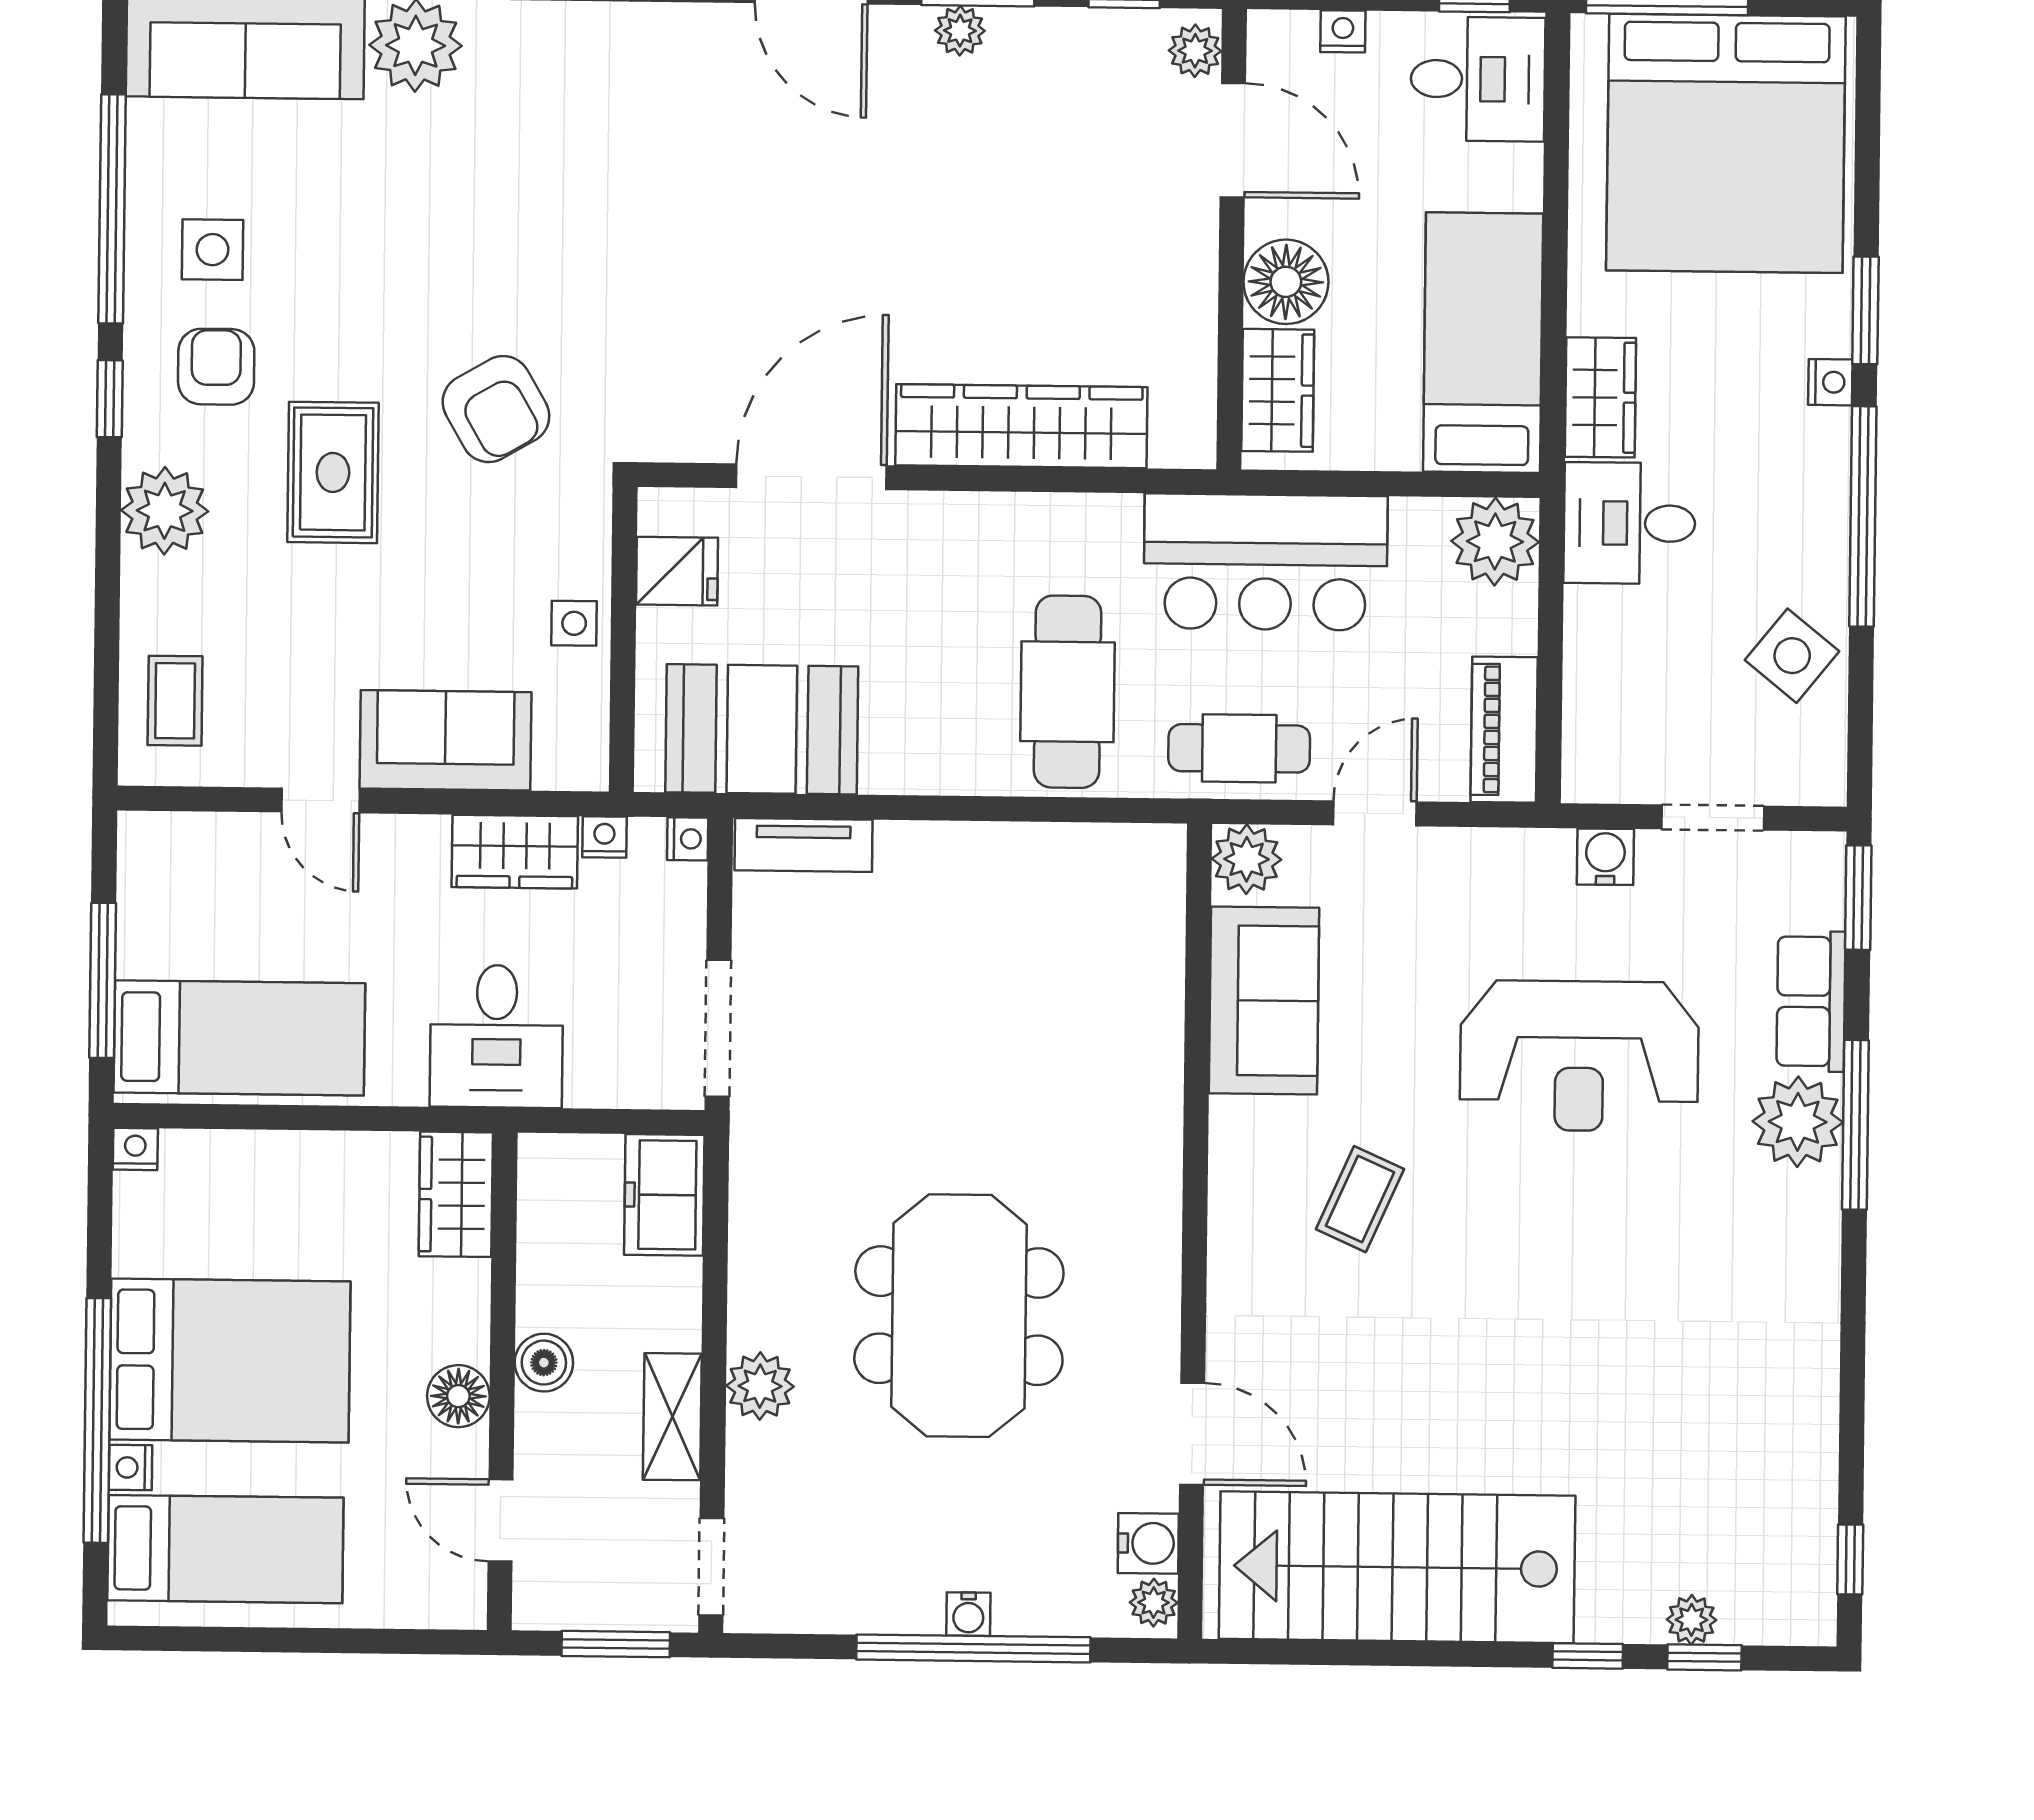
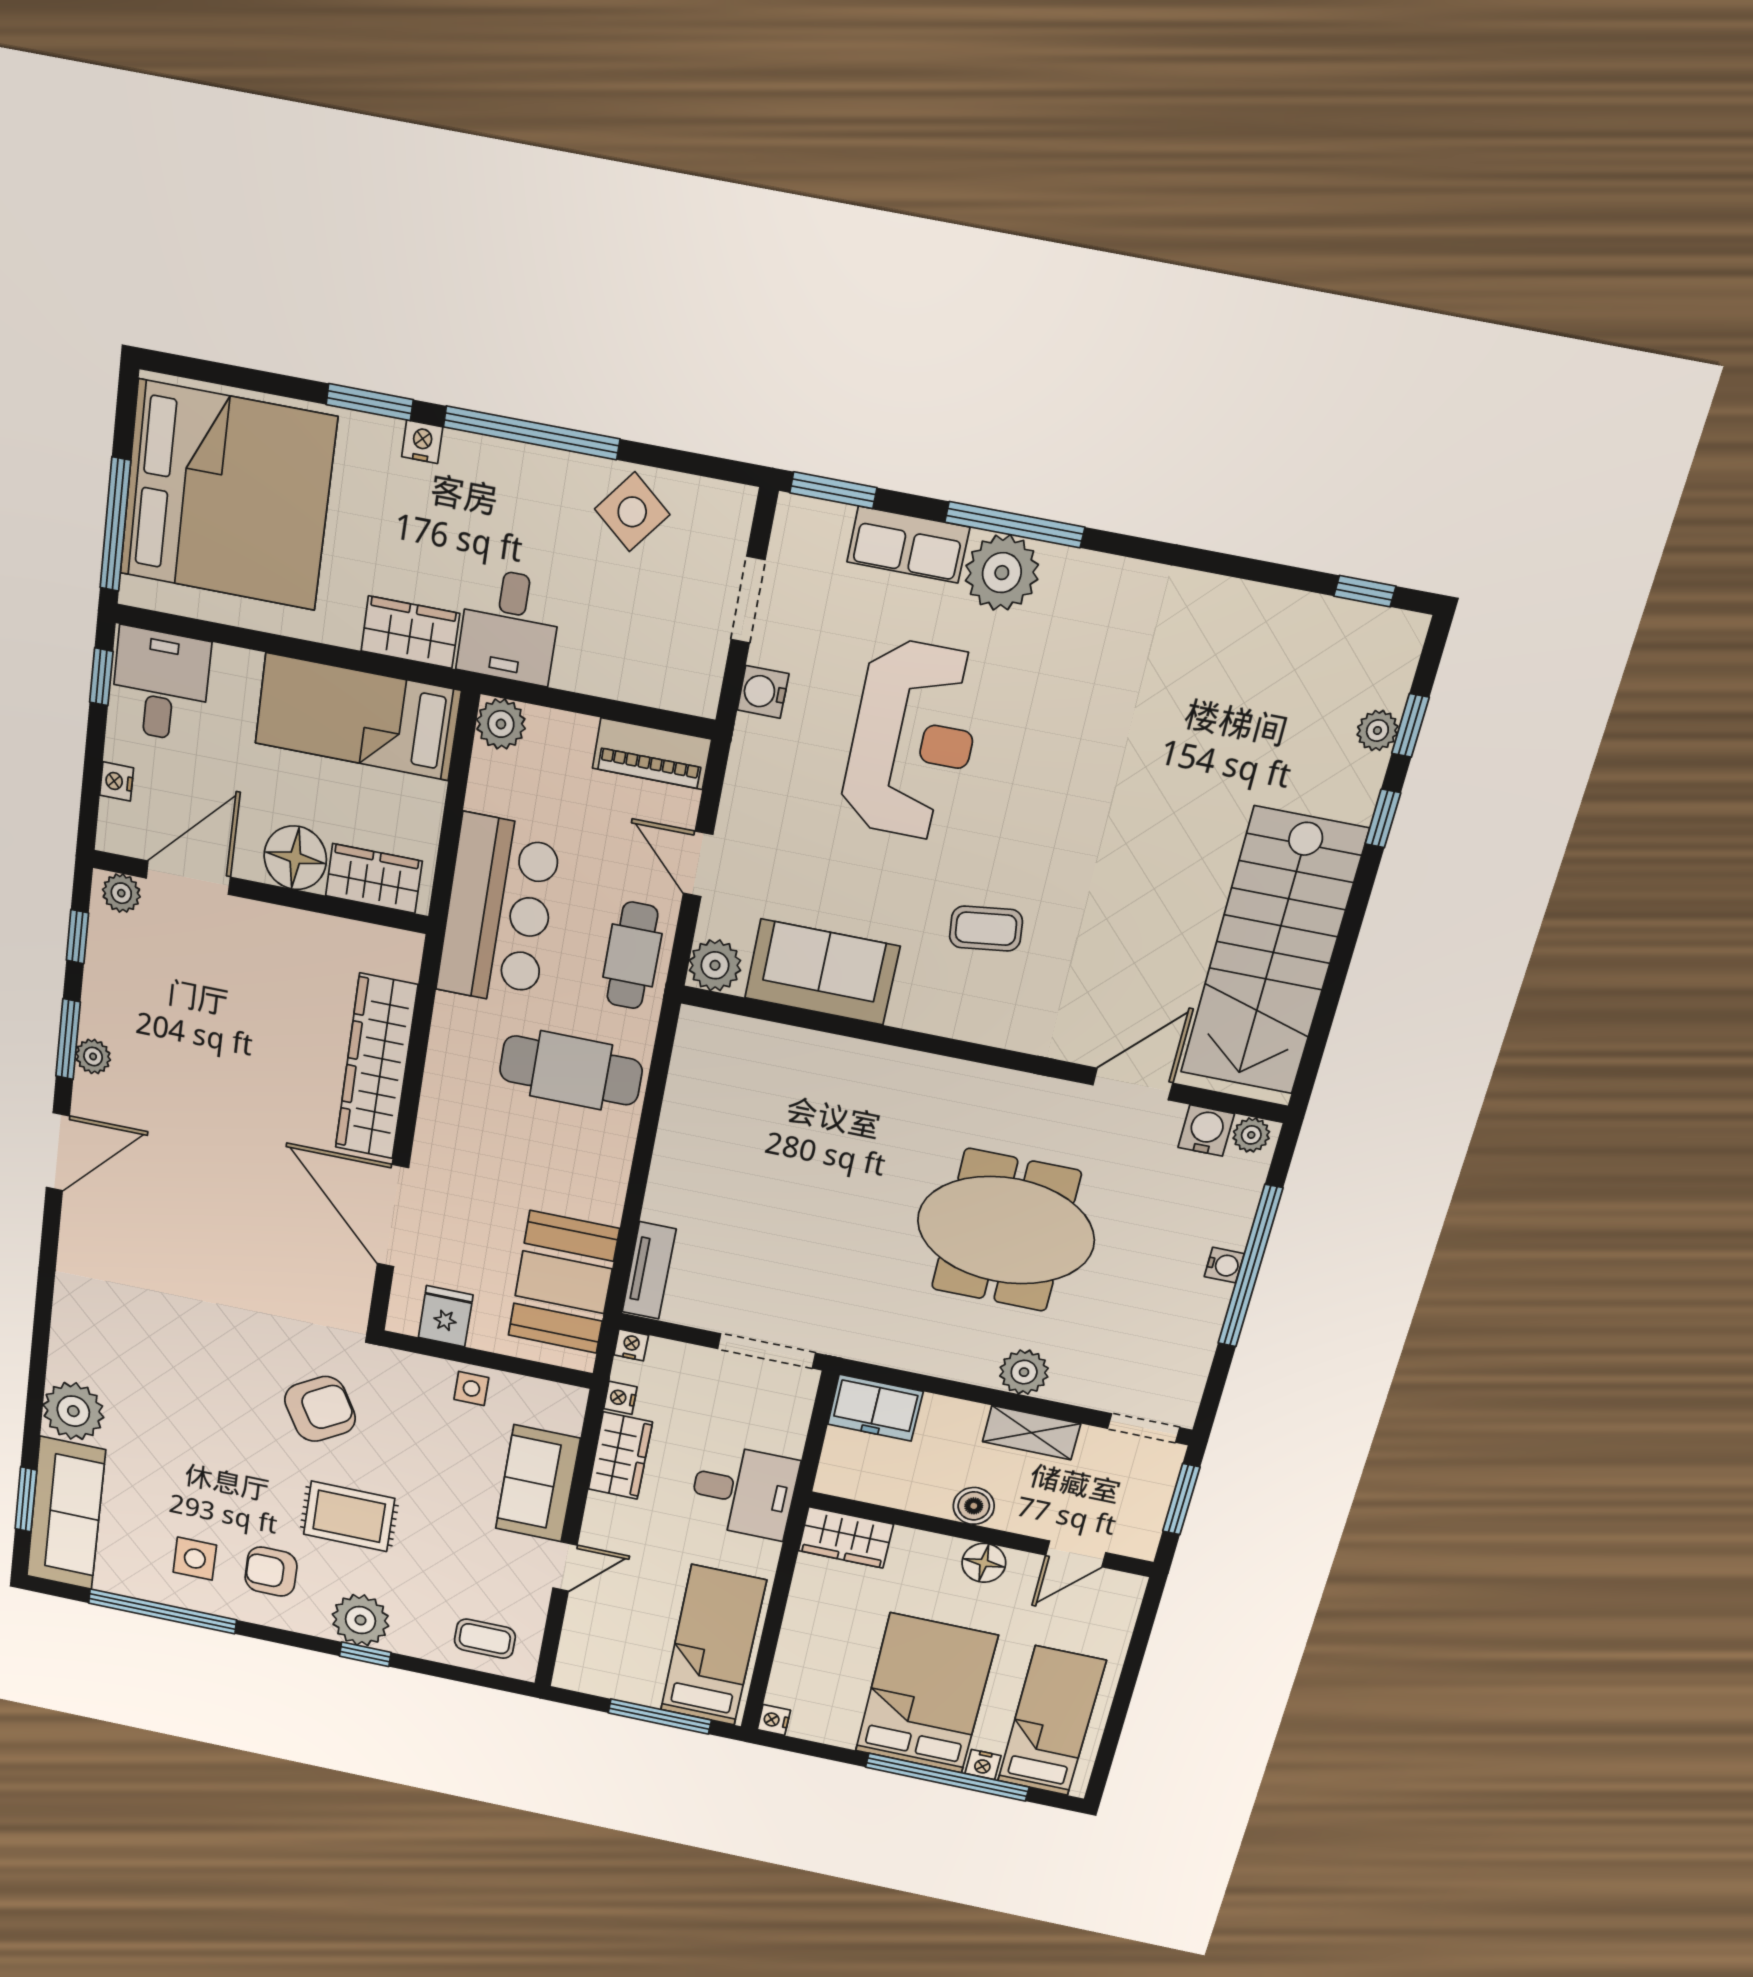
window: (110, 399) -> (365, 1654), moved
plant: (1495, 542) -> (501, 724), width x0.73, depth x0.73
coffee table: (1360, 1199) -> (986, 929), turned -31

